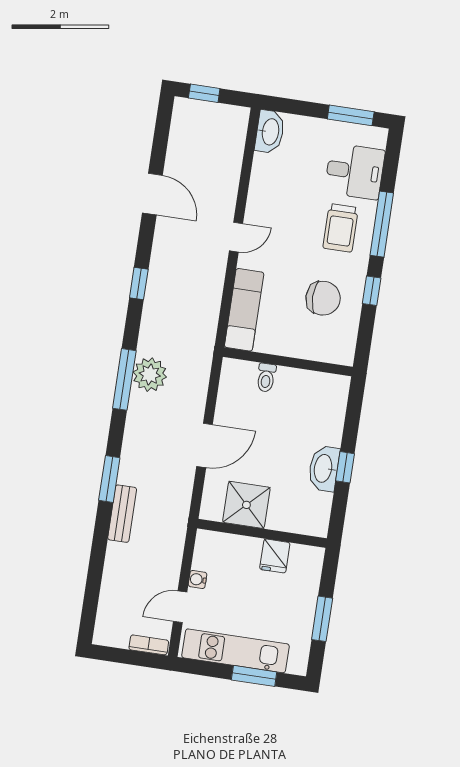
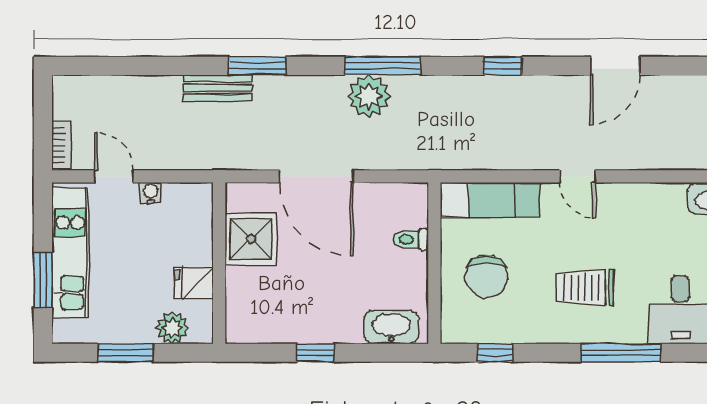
trolley: (341, 228) -> (585, 288), moved
window: (372, 291) -> (495, 353), moved
chair: (323, 298) -> (487, 276), moved
plant: (150, 375) -> (369, 96), moved
door: (205, 445) -> (316, 176), width x1.36
washbasin: (324, 469) -> (391, 327), moved
plant: (308, 579) -> (172, 328), added

